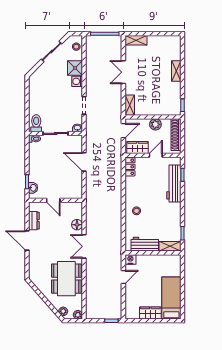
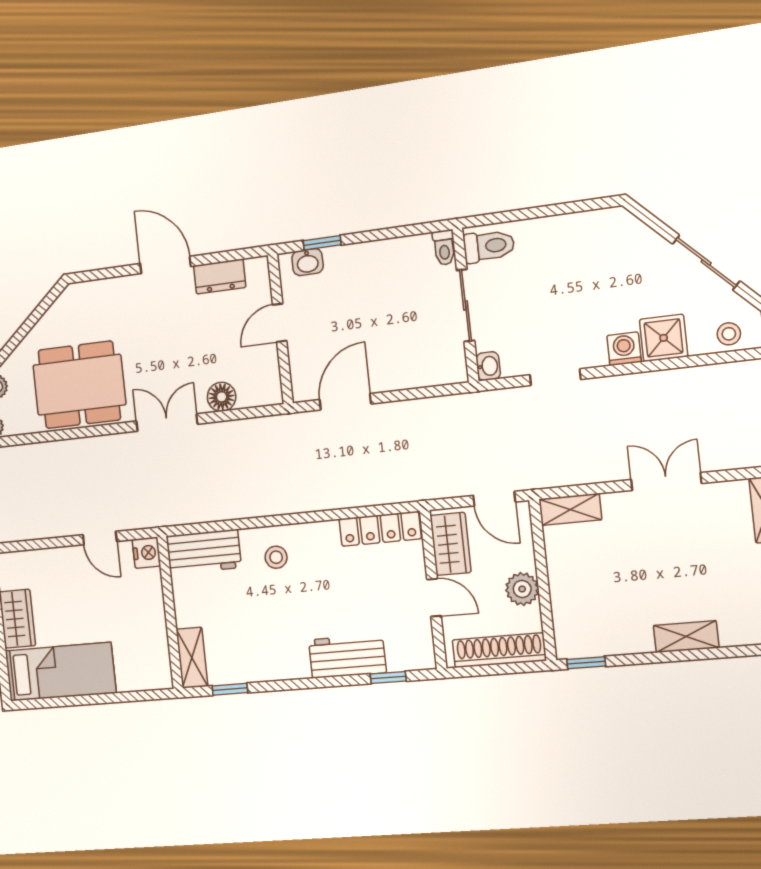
door: (84, 162) -> (345, 402), moved
locker: (130, 167) -> (380, 529), width x1.53
workbench: (174, 184) -> (347, 656), width x0.73
door: (27, 241) -> (165, 265), hinge flipped
workbench: (145, 244) -> (204, 552), moved, turned 90

